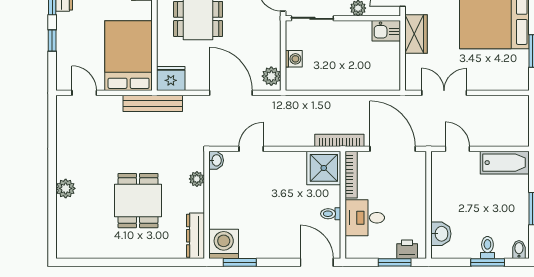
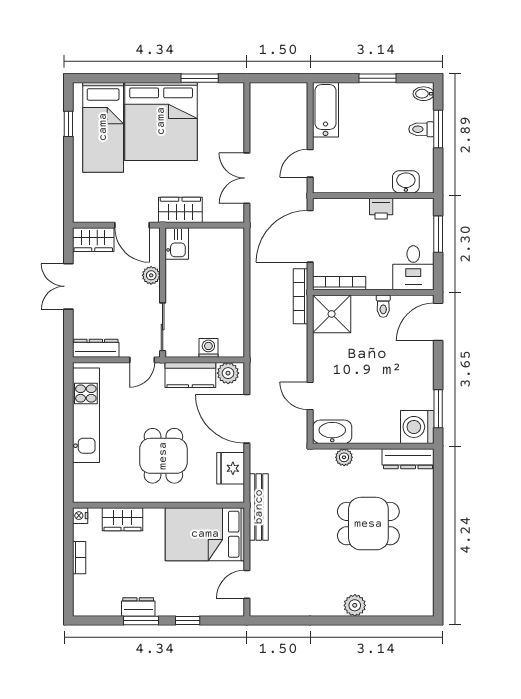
kitchen counter: (270, 43) -> (190, 375), added
fridge: (171, 78) -> (231, 468), moved
door: (231, 93) -> (247, 419), hinge flipped
washbasin: (216, 160) -> (332, 432), width x1.91, depth x1.45
desk: (365, 218) -> (413, 268), moved
printer: (407, 249) -> (381, 209), moved, turned -90

